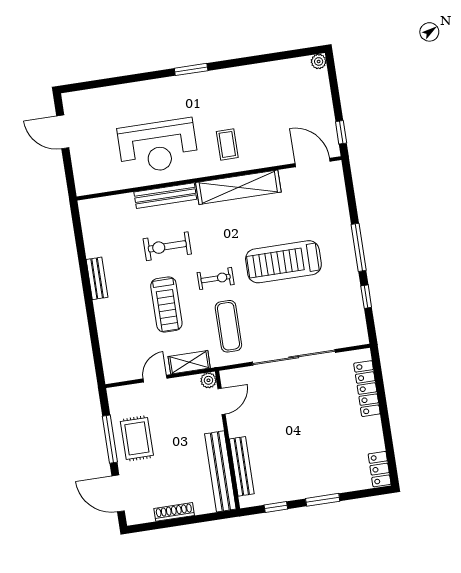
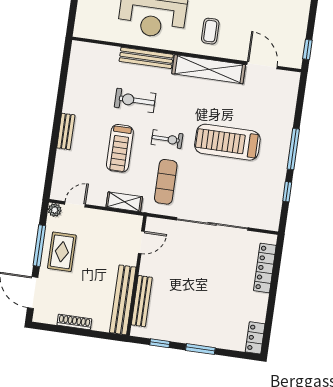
door: (313, 162) -> (262, 65), moved
bench: (97, 278) -> (66, 131), moved
door: (155, 379) -> (75, 204), moved
plant: (208, 380) -> (55, 210), moved

